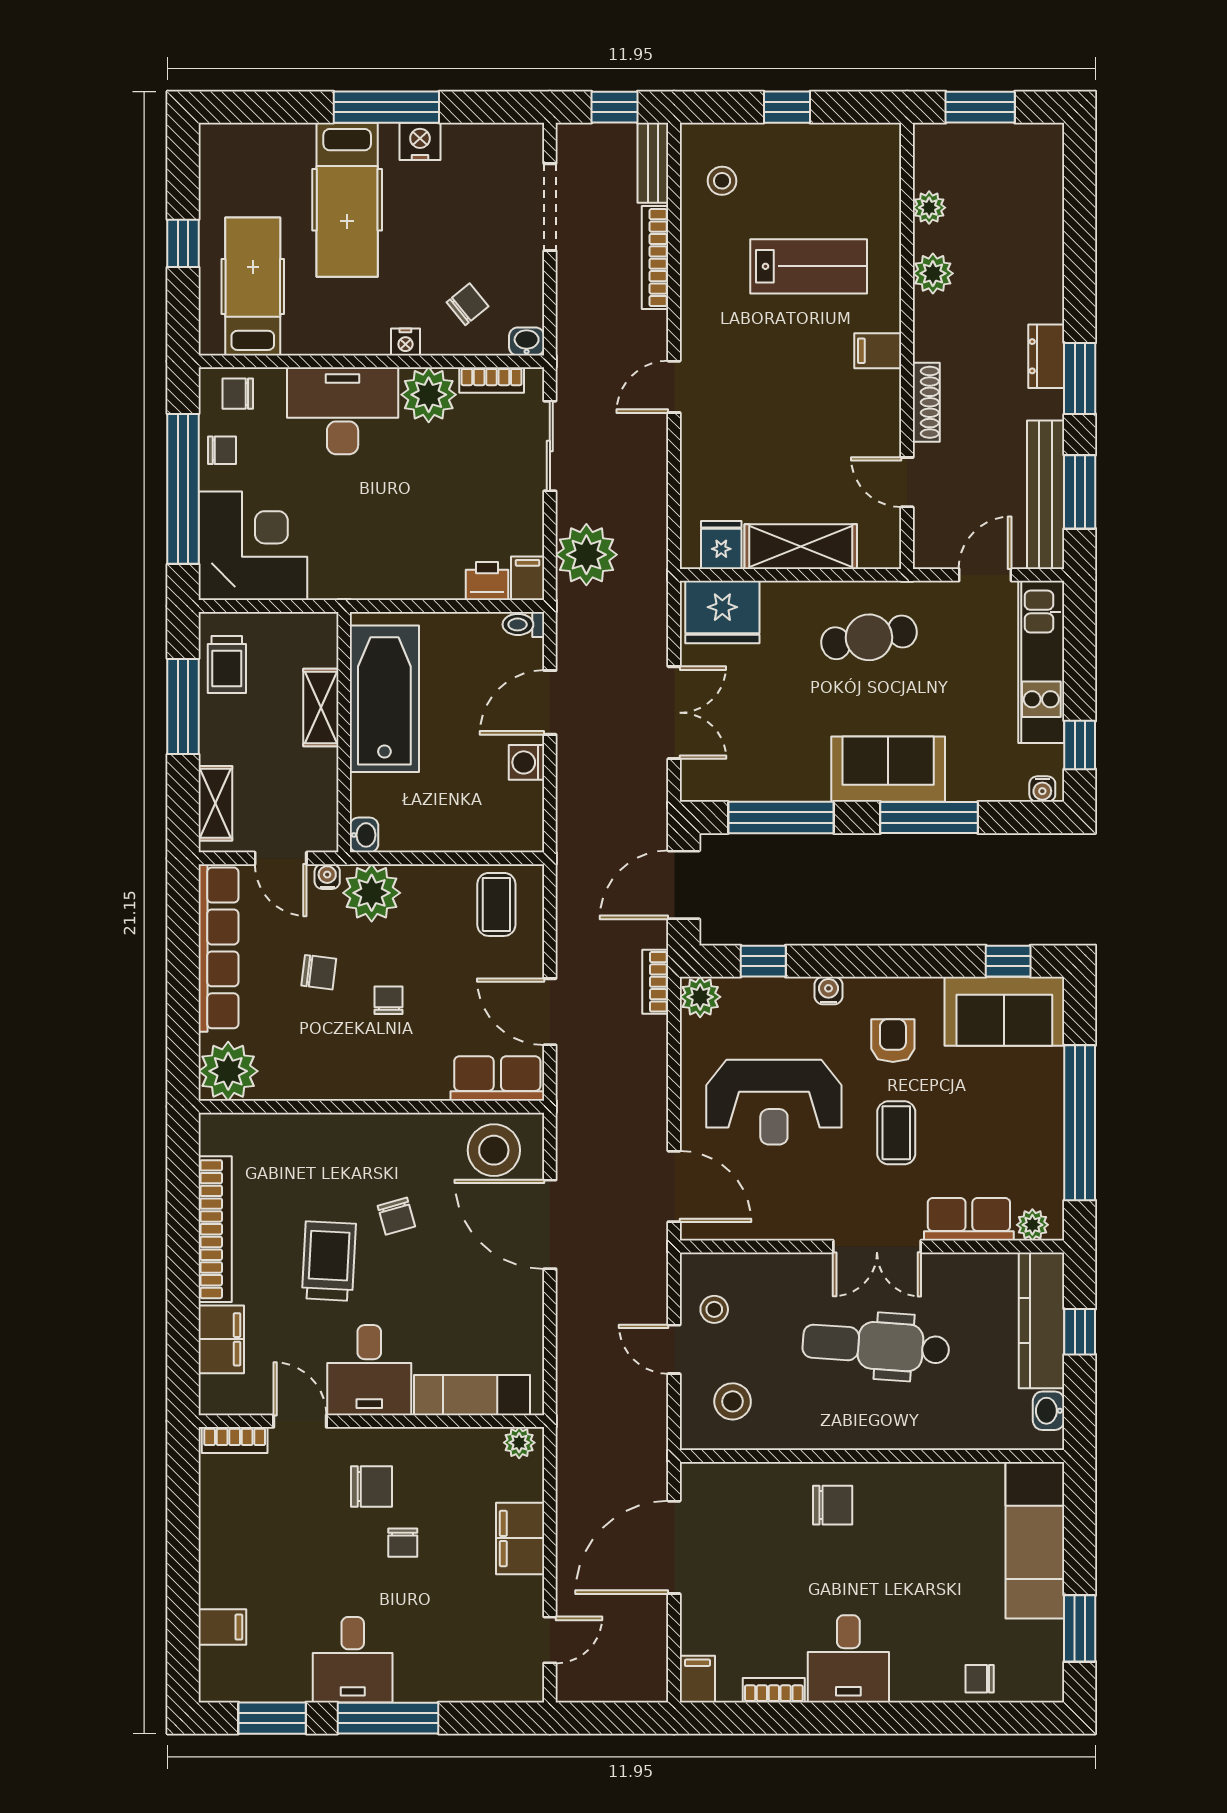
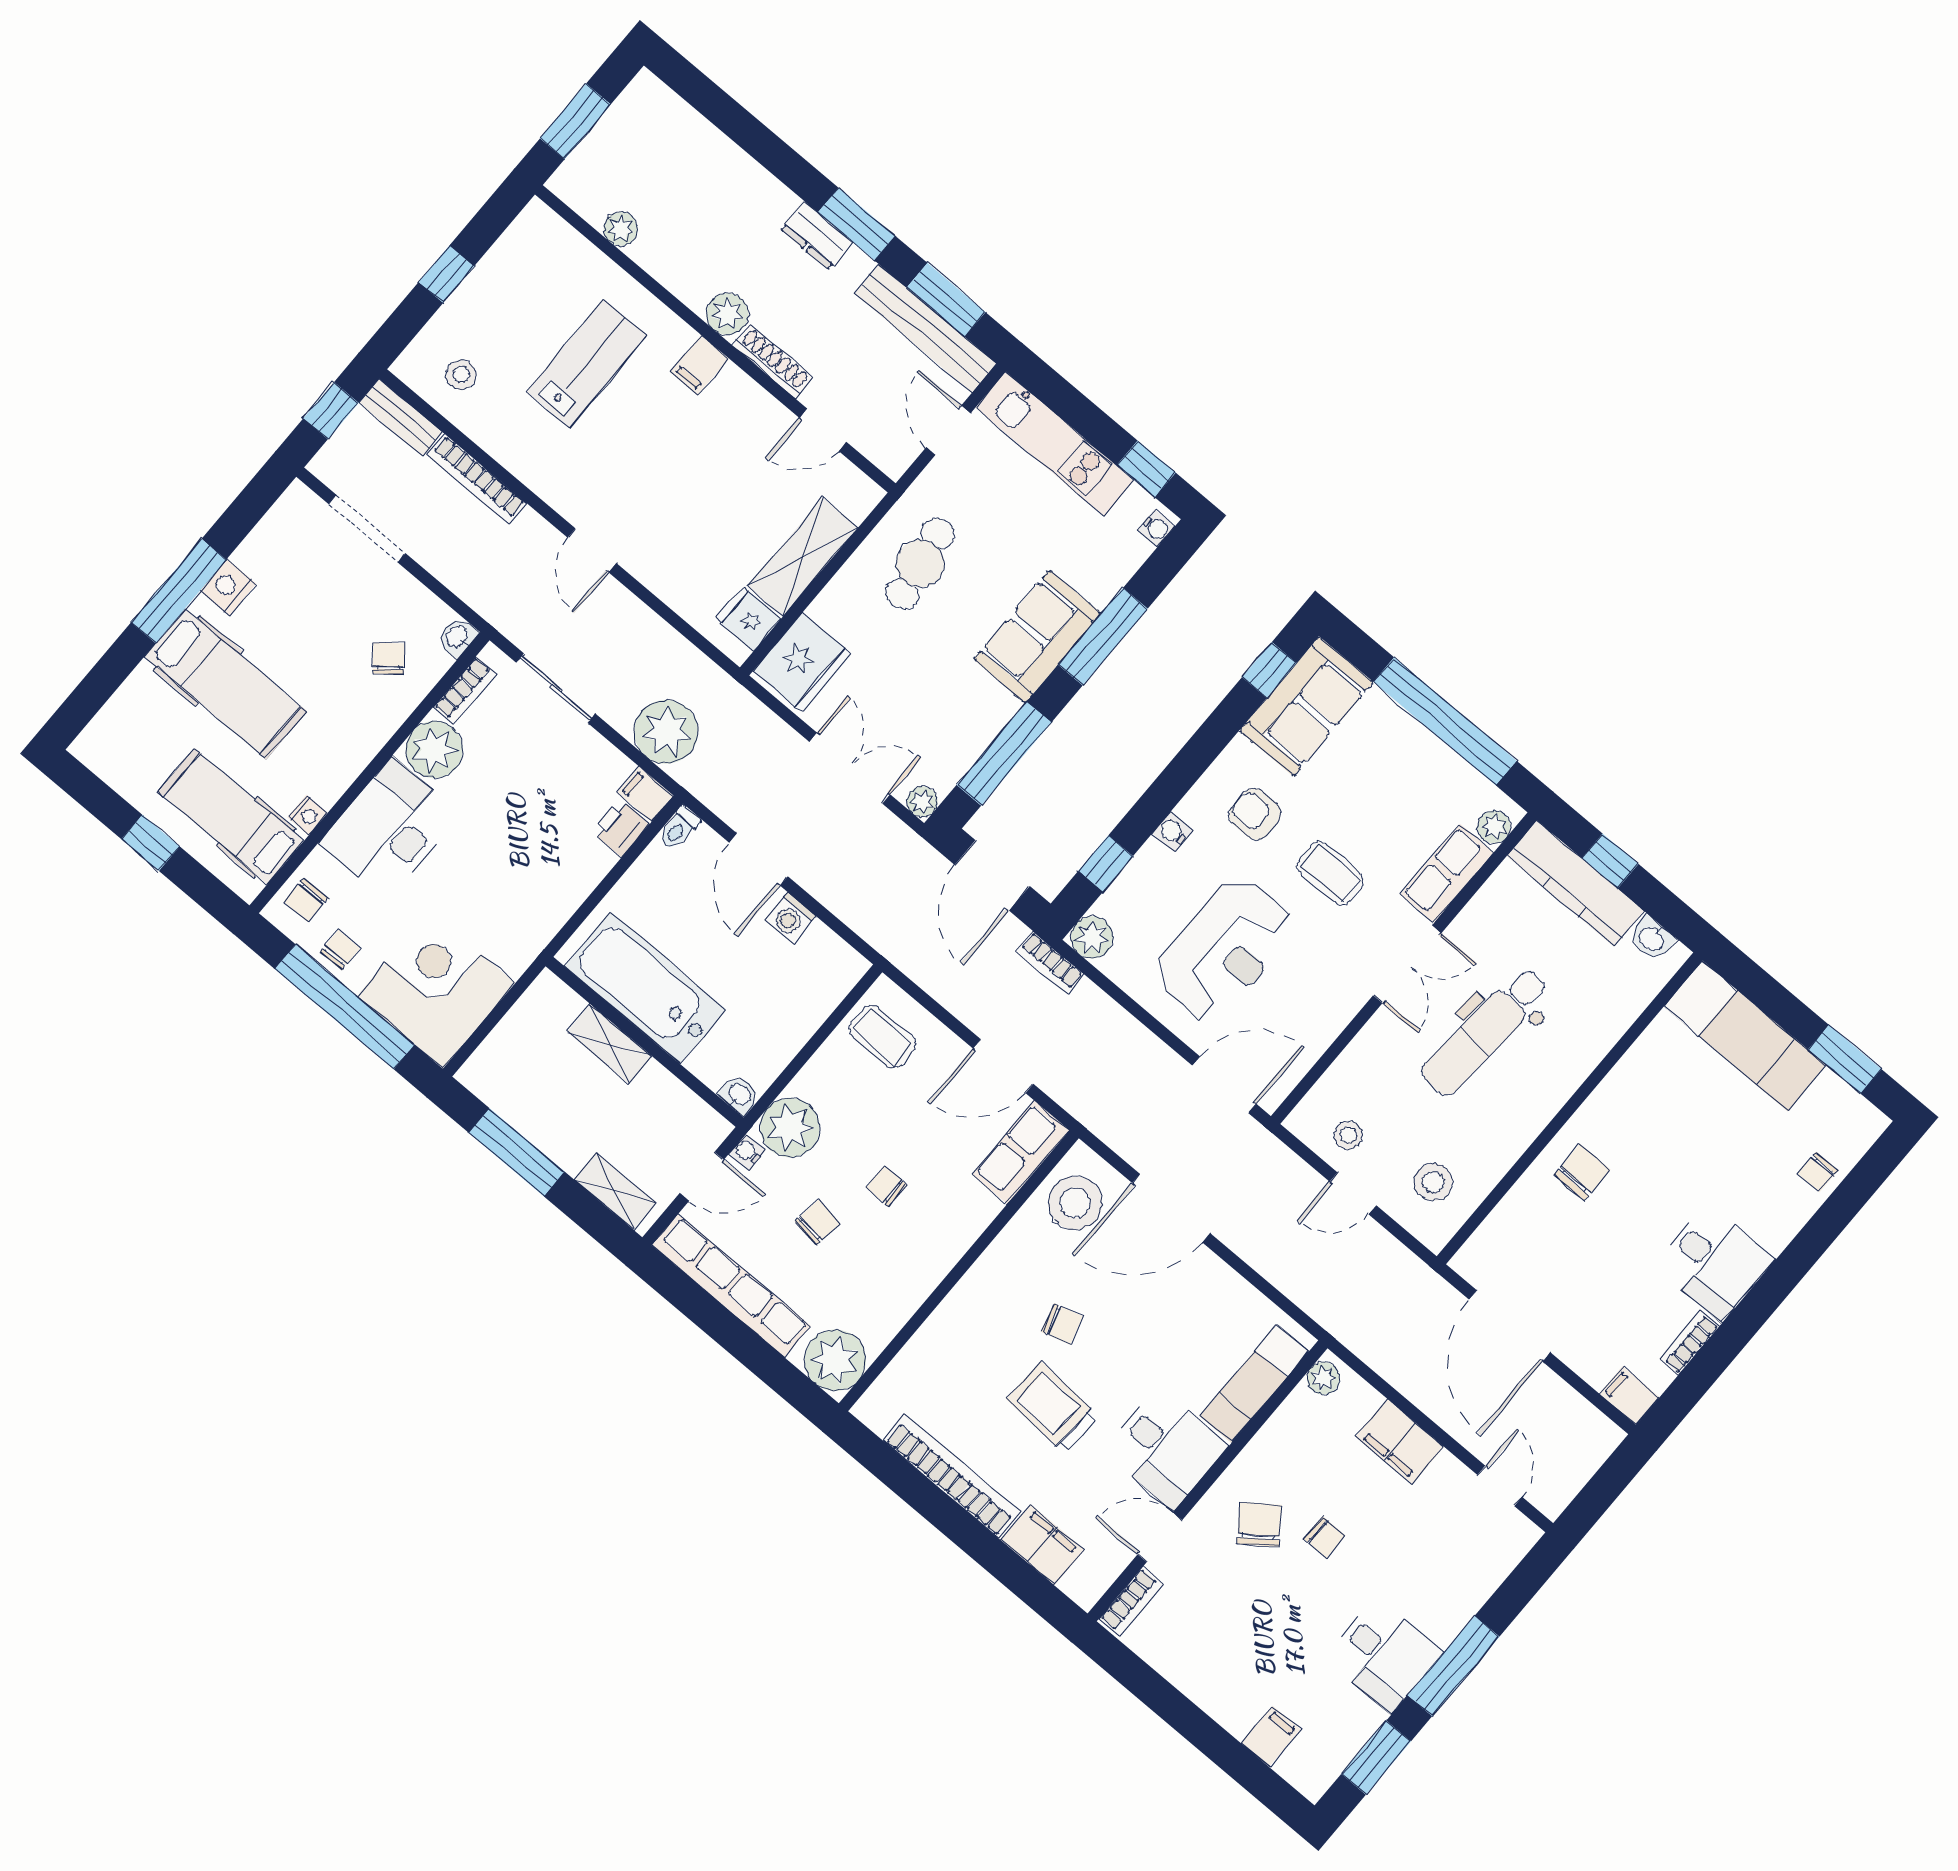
plant: (933, 273) -> (727, 314), moved
nightstand: (405, 342) -> (308, 815), moved
trolley: (227, 664) -> (513, 1090), removed
plant: (695, 787) -> (922, 802), added
chair: (371, 1487) -> (1259, 1524), turned -36

